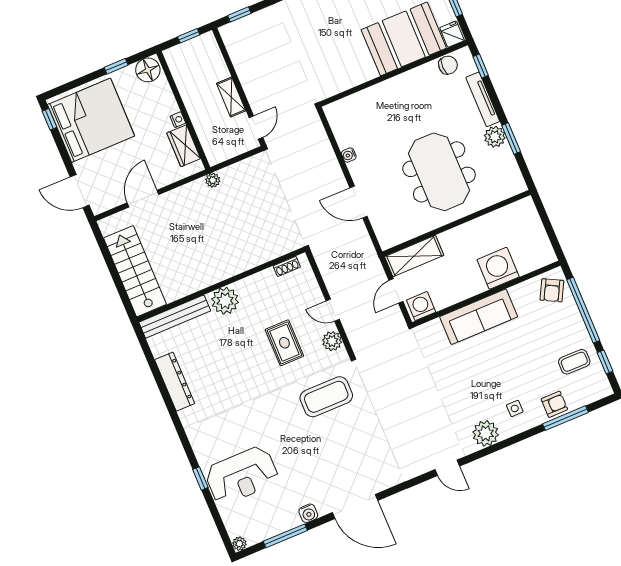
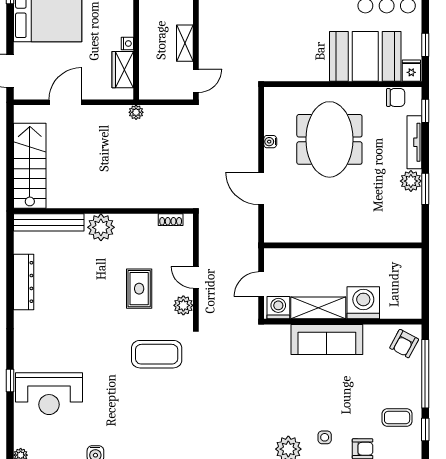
meeting table: (439, 172) -> (329, 139), moved
shelving: (414, 256) -> (318, 308), moved

